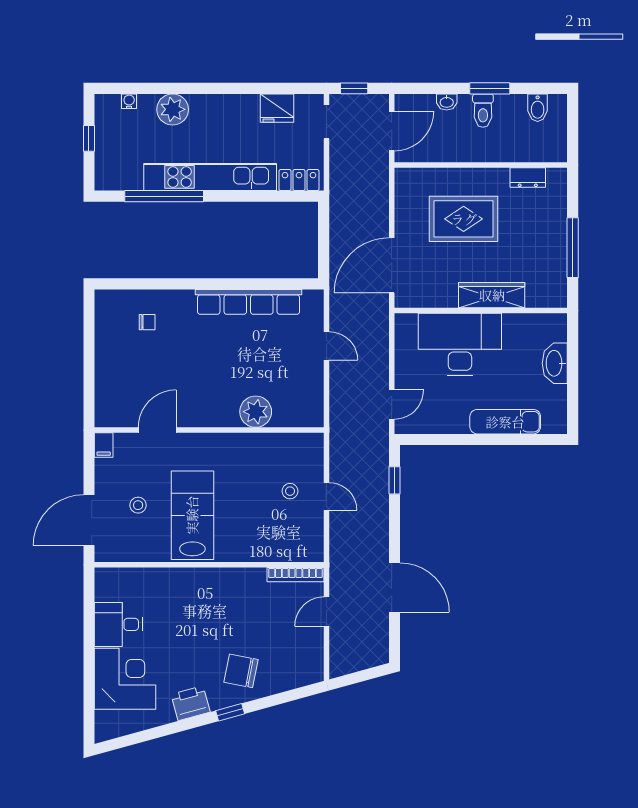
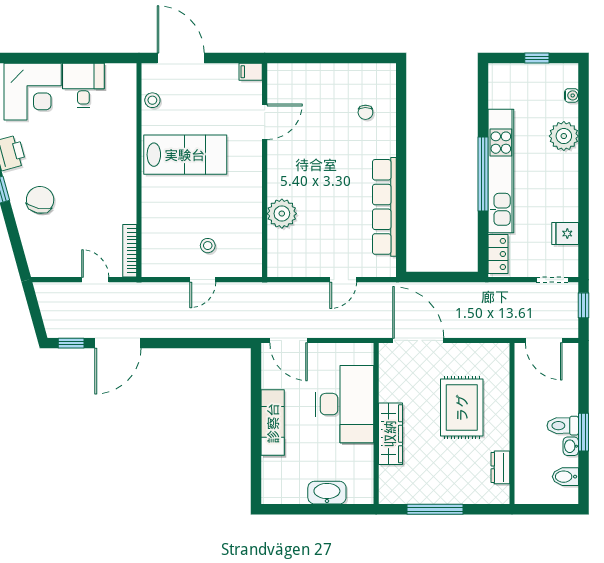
washbasin: (447, 102) -> (571, 446), moved
fridge: (277, 108) -> (565, 234), width x0.72
window: (164, 196) -> (483, 174), moved
door: (392, 404) -> (289, 340), width x1.38
exam couch: (505, 422) -> (273, 423), moved
door: (157, 430) -> (265, 122), hinge flipped
window: (394, 480) -> (71, 343), moved
stool: (138, 505) -> (152, 100), moved

